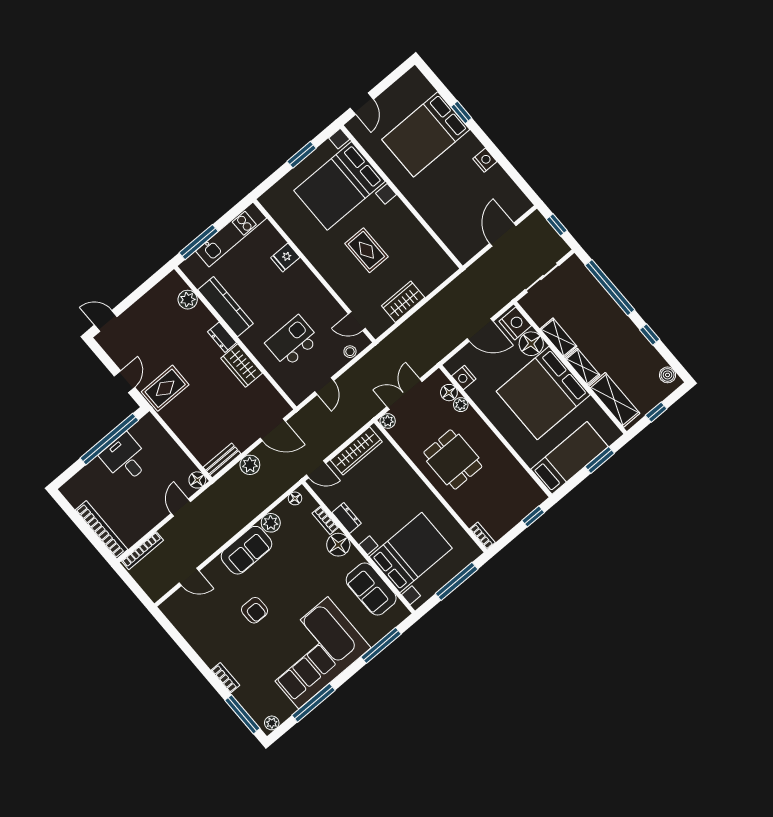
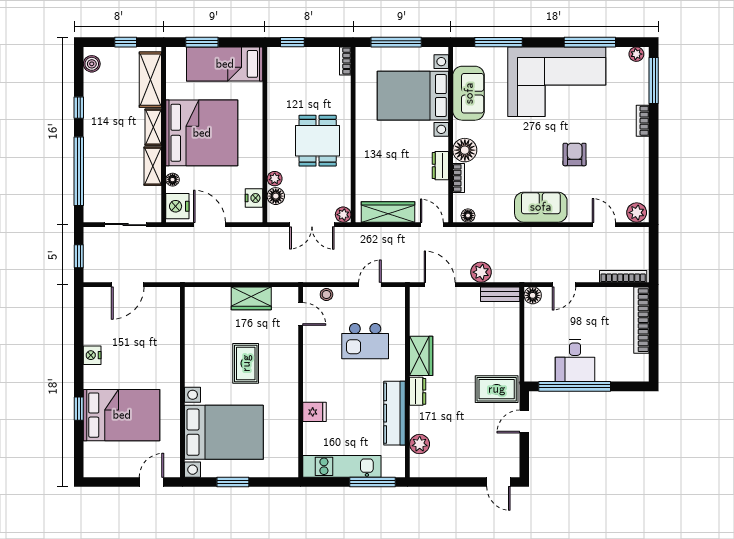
floor lamp: (531, 344) -> (173, 180), width x0.53, depth x0.53
plant: (271, 523) -> (637, 213), moved

